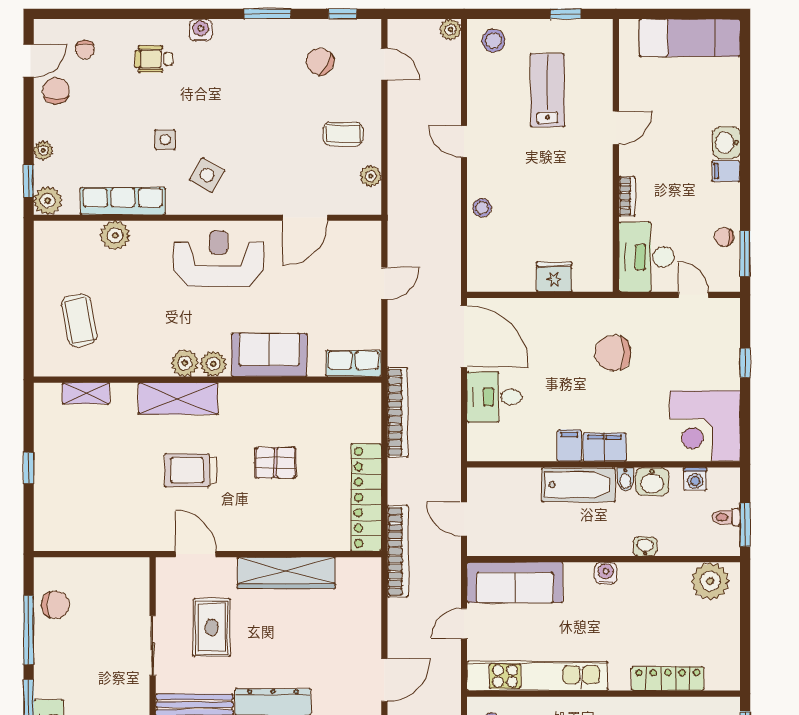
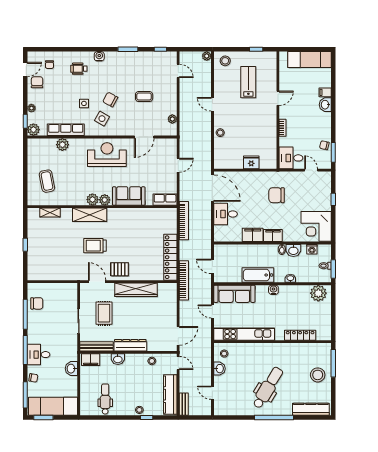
chair: (320, 62) -> (110, 100), moved
coffee table: (343, 134) -> (144, 97), moved
filing cabinet: (726, 171) -> (325, 92), moved
desk: (646, 257) -> (291, 158), width x0.73
filing cabinet: (569, 446) -> (253, 235), width x2.00
pallet: (275, 463) -> (120, 269), moved
bathtub: (578, 485) -> (258, 275), moved, turned 180
door: (464, 624) -> (212, 311), hinge flipped

